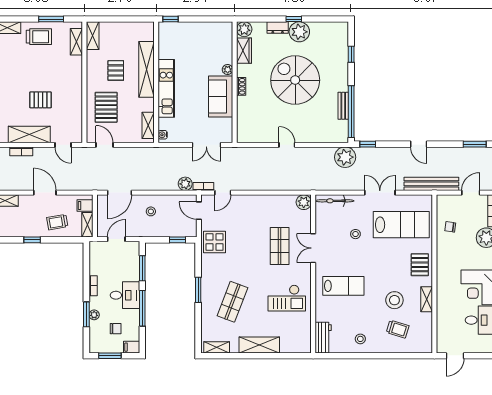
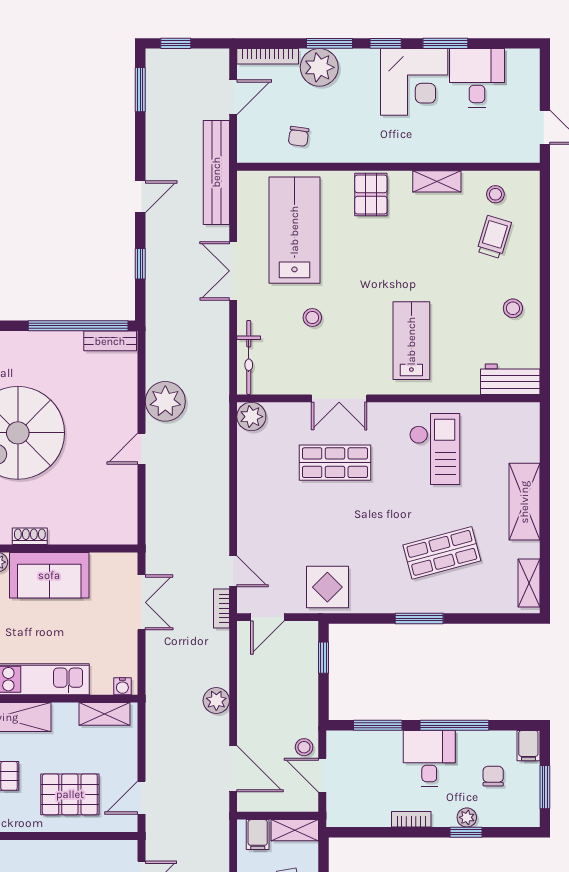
bench: (343, 106) -> (110, 341), moved
window: (368, 144) -> (140, 264), moved
plant: (345, 157) -> (165, 401), moved
plant: (185, 184) -> (216, 701), moved
door: (471, 193) -> (233, 97), swing flipped
stool: (151, 211) -> (304, 747), moved
pallet: (420, 265) -> (371, 195), turned 90
stool: (394, 300) -> (495, 194), moved, width x0.53, depth x0.53
shop shelf: (232, 302) -> (442, 553), turned -36
window: (86, 314) -> (466, 832), width x0.67

